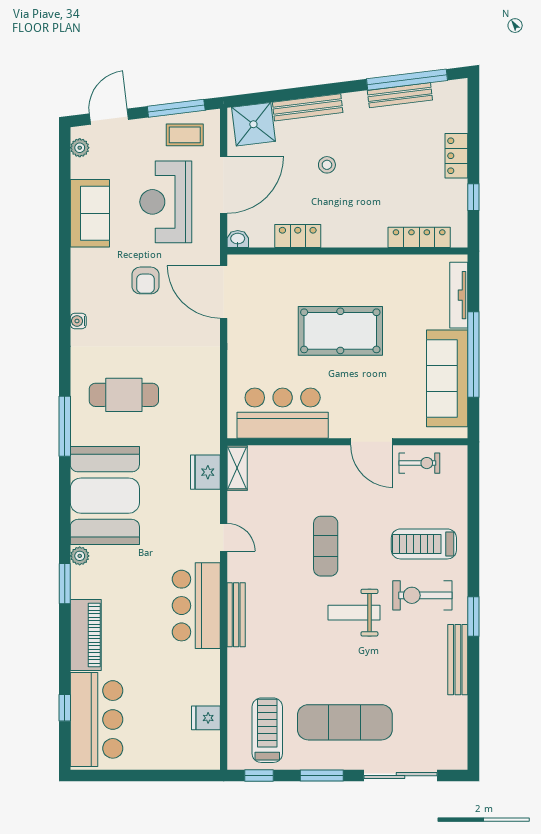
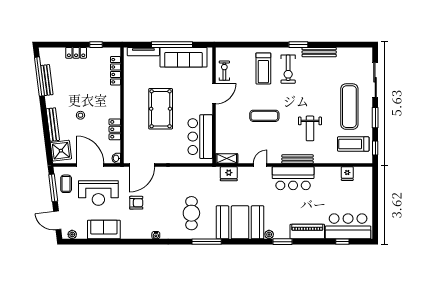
weight bench: (354, 613) -> (310, 128), moved

